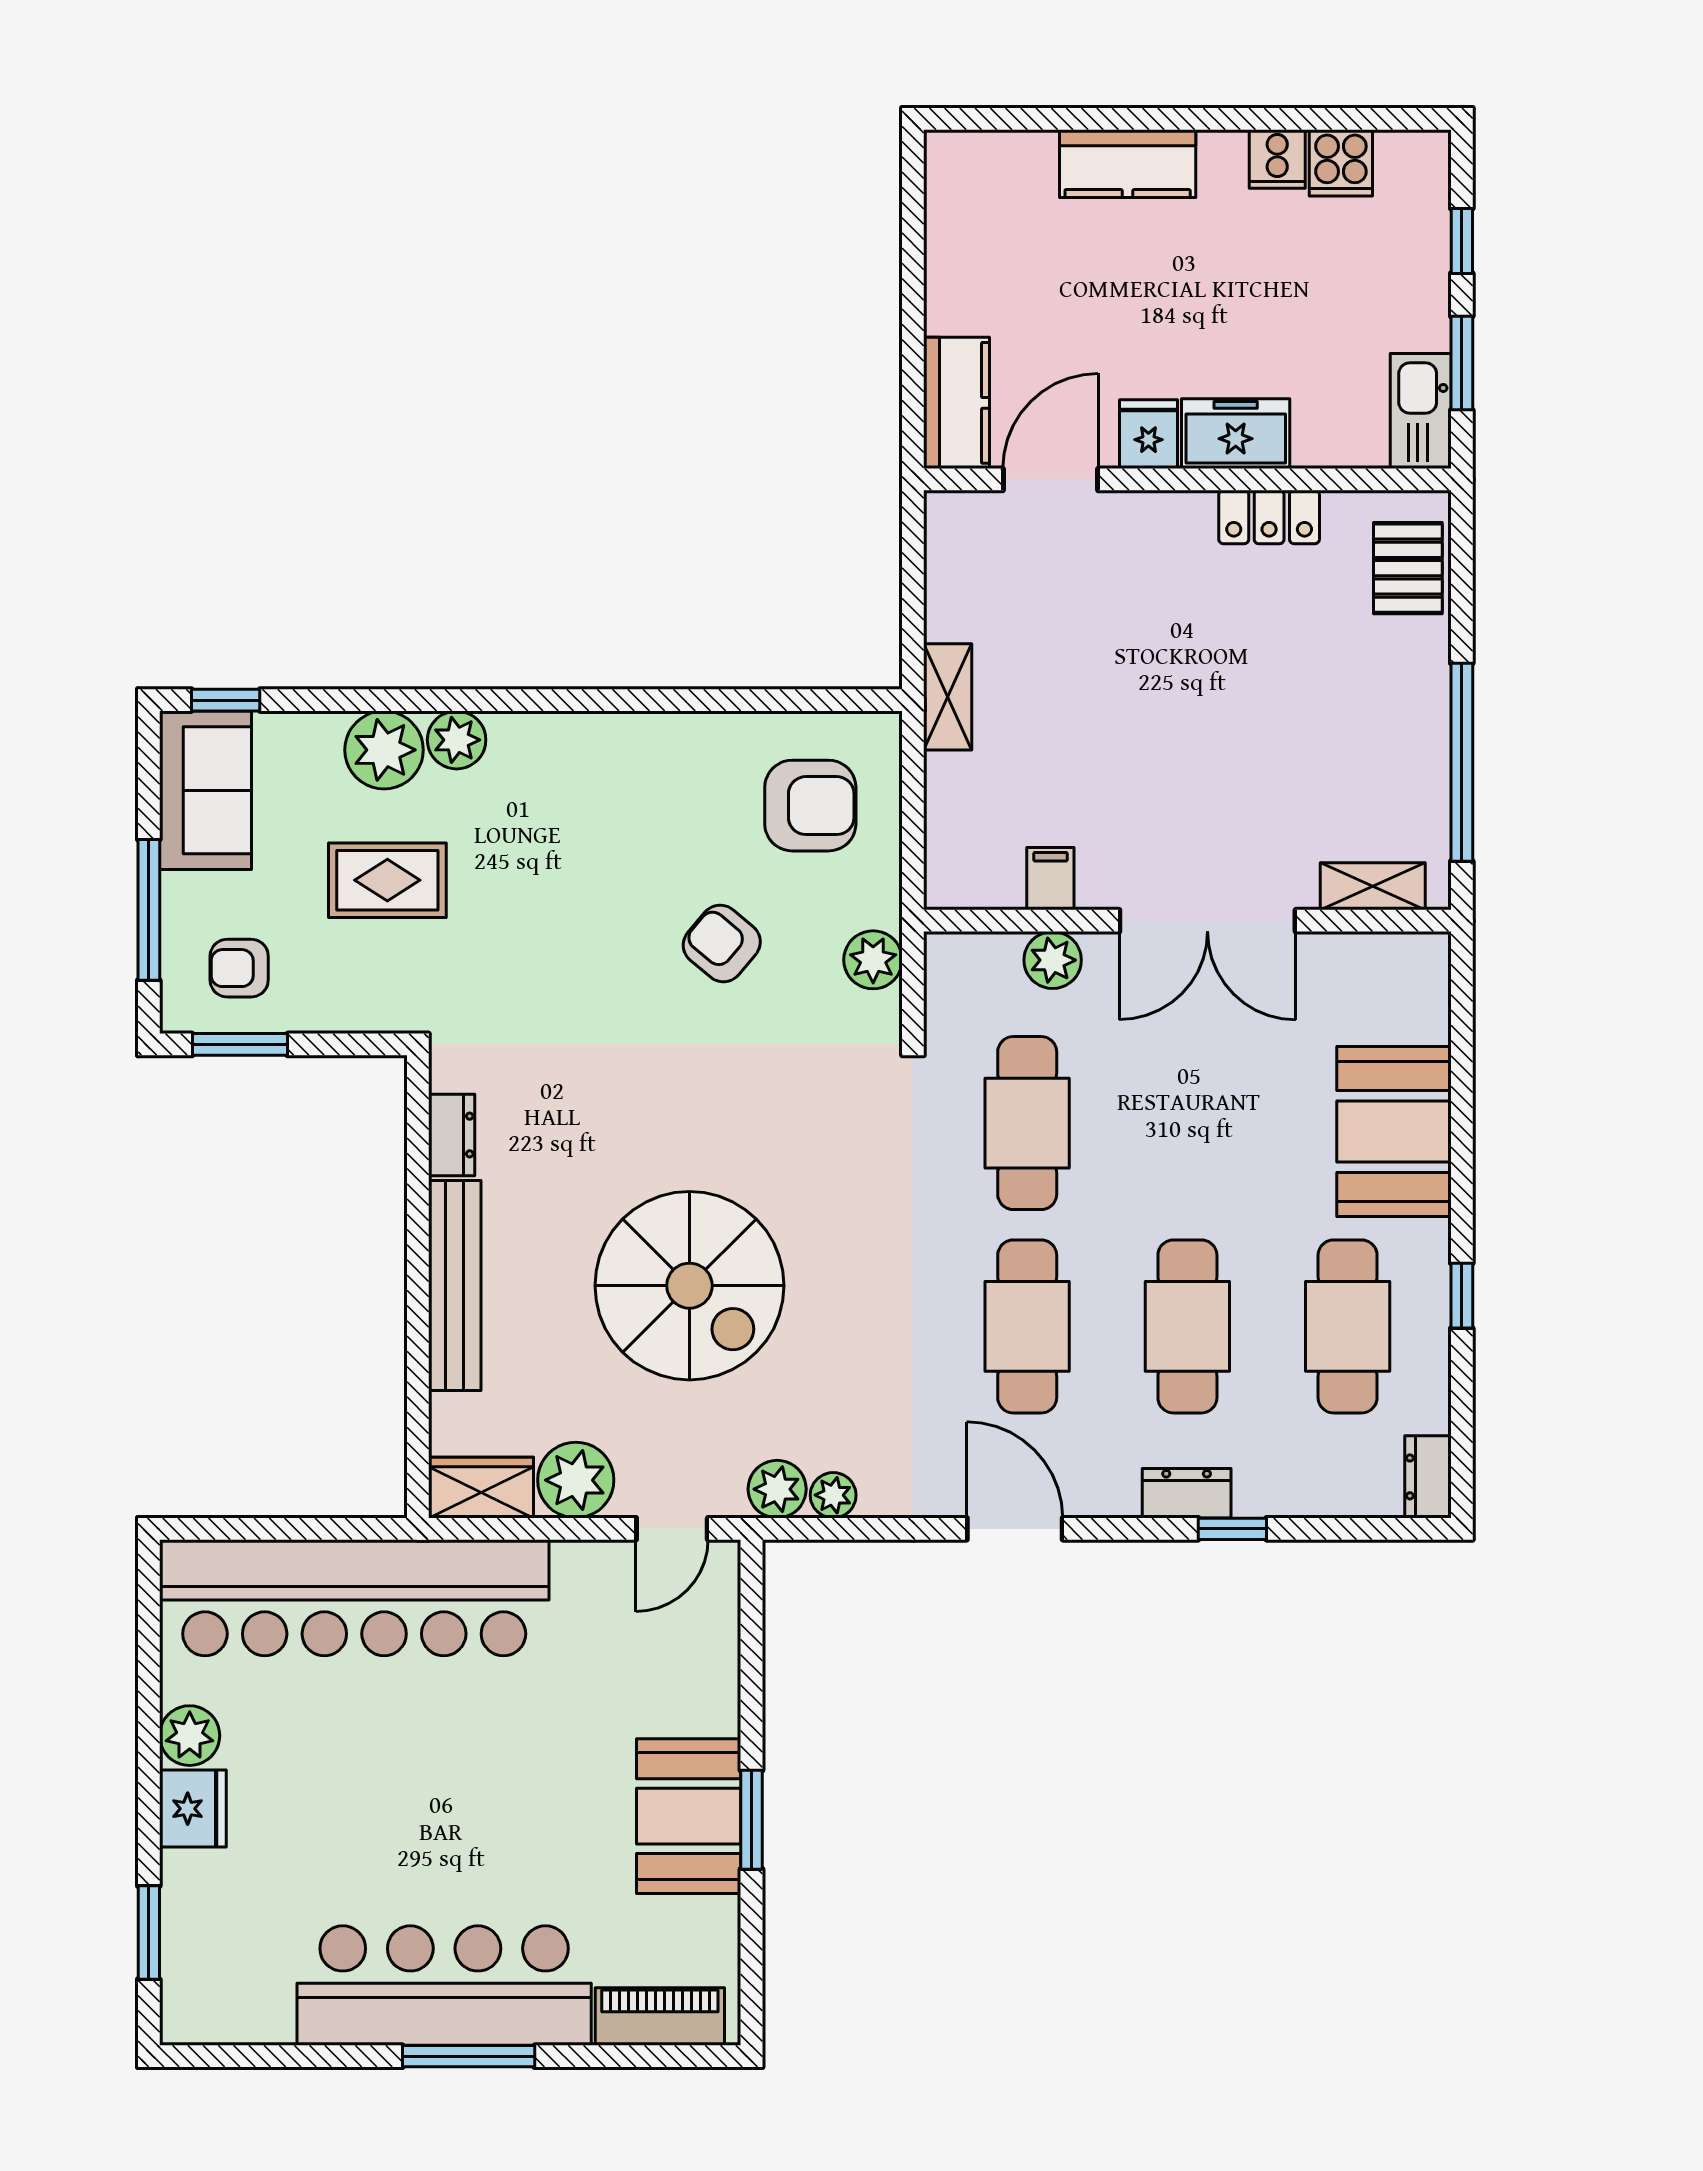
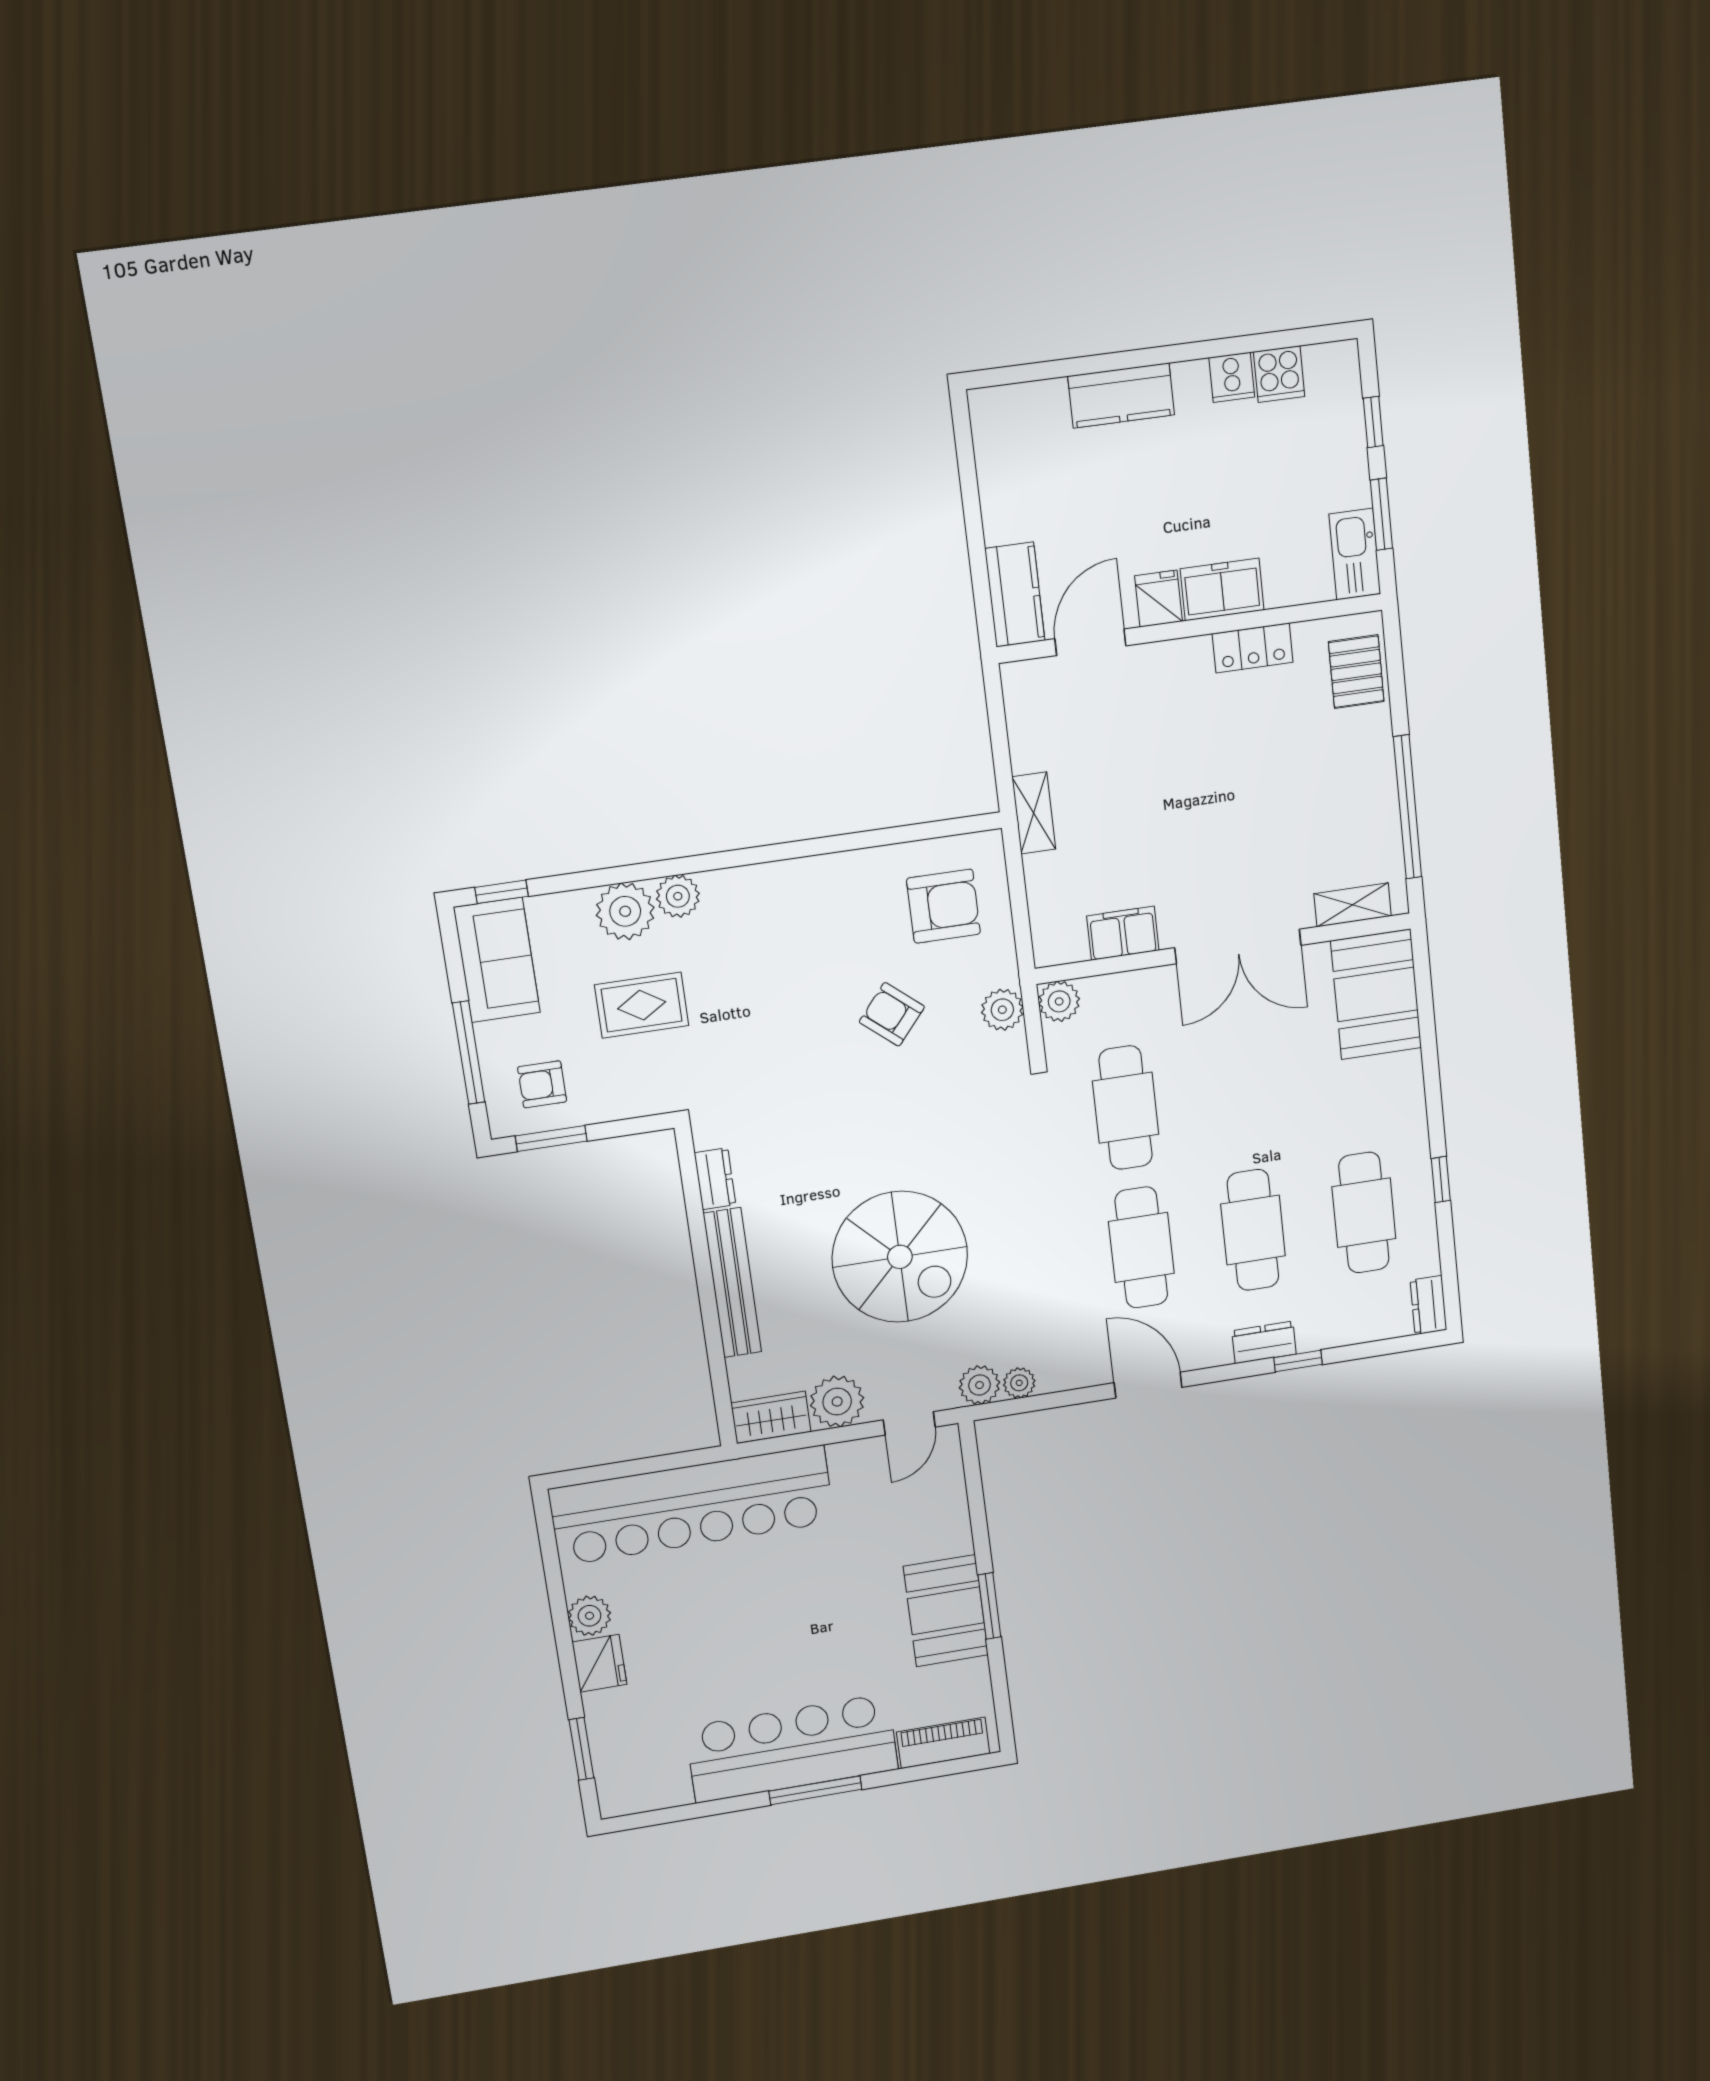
filing cabinet: (1050, 879) -> (1123, 933), width x2.00
plant: (1053, 960) -> (1059, 1001), moved
booth: (1394, 1131) -> (1376, 994), moved

